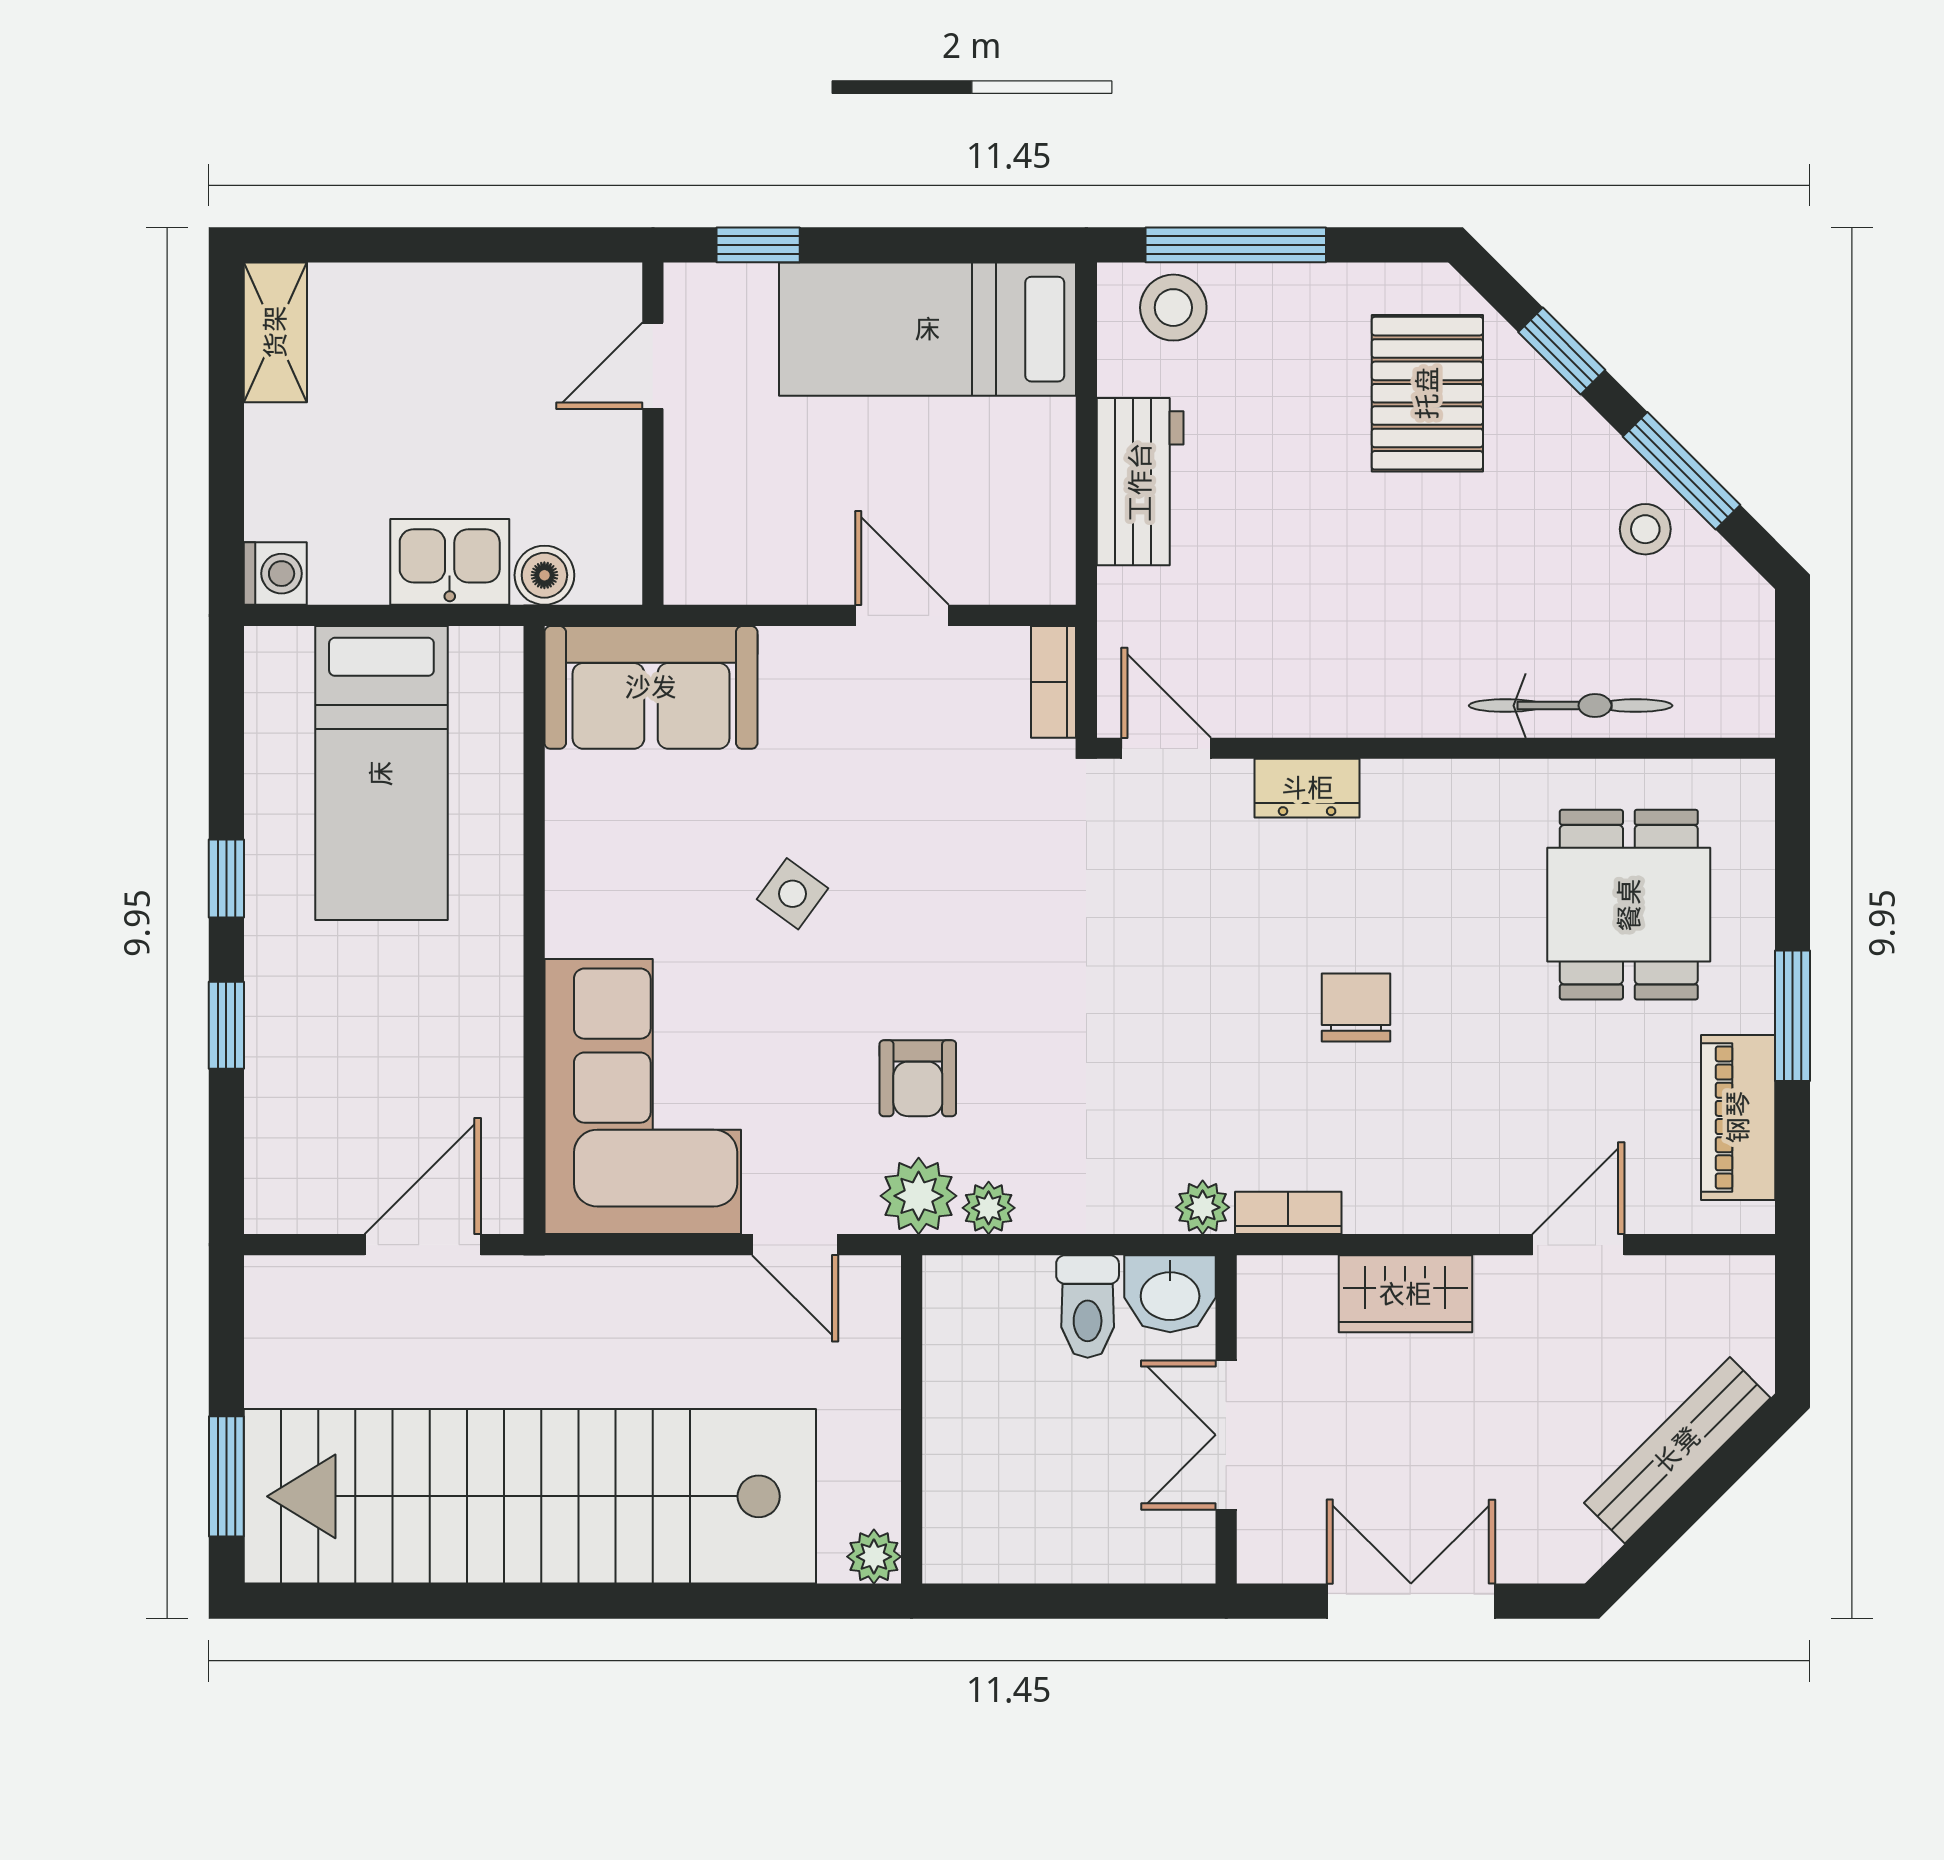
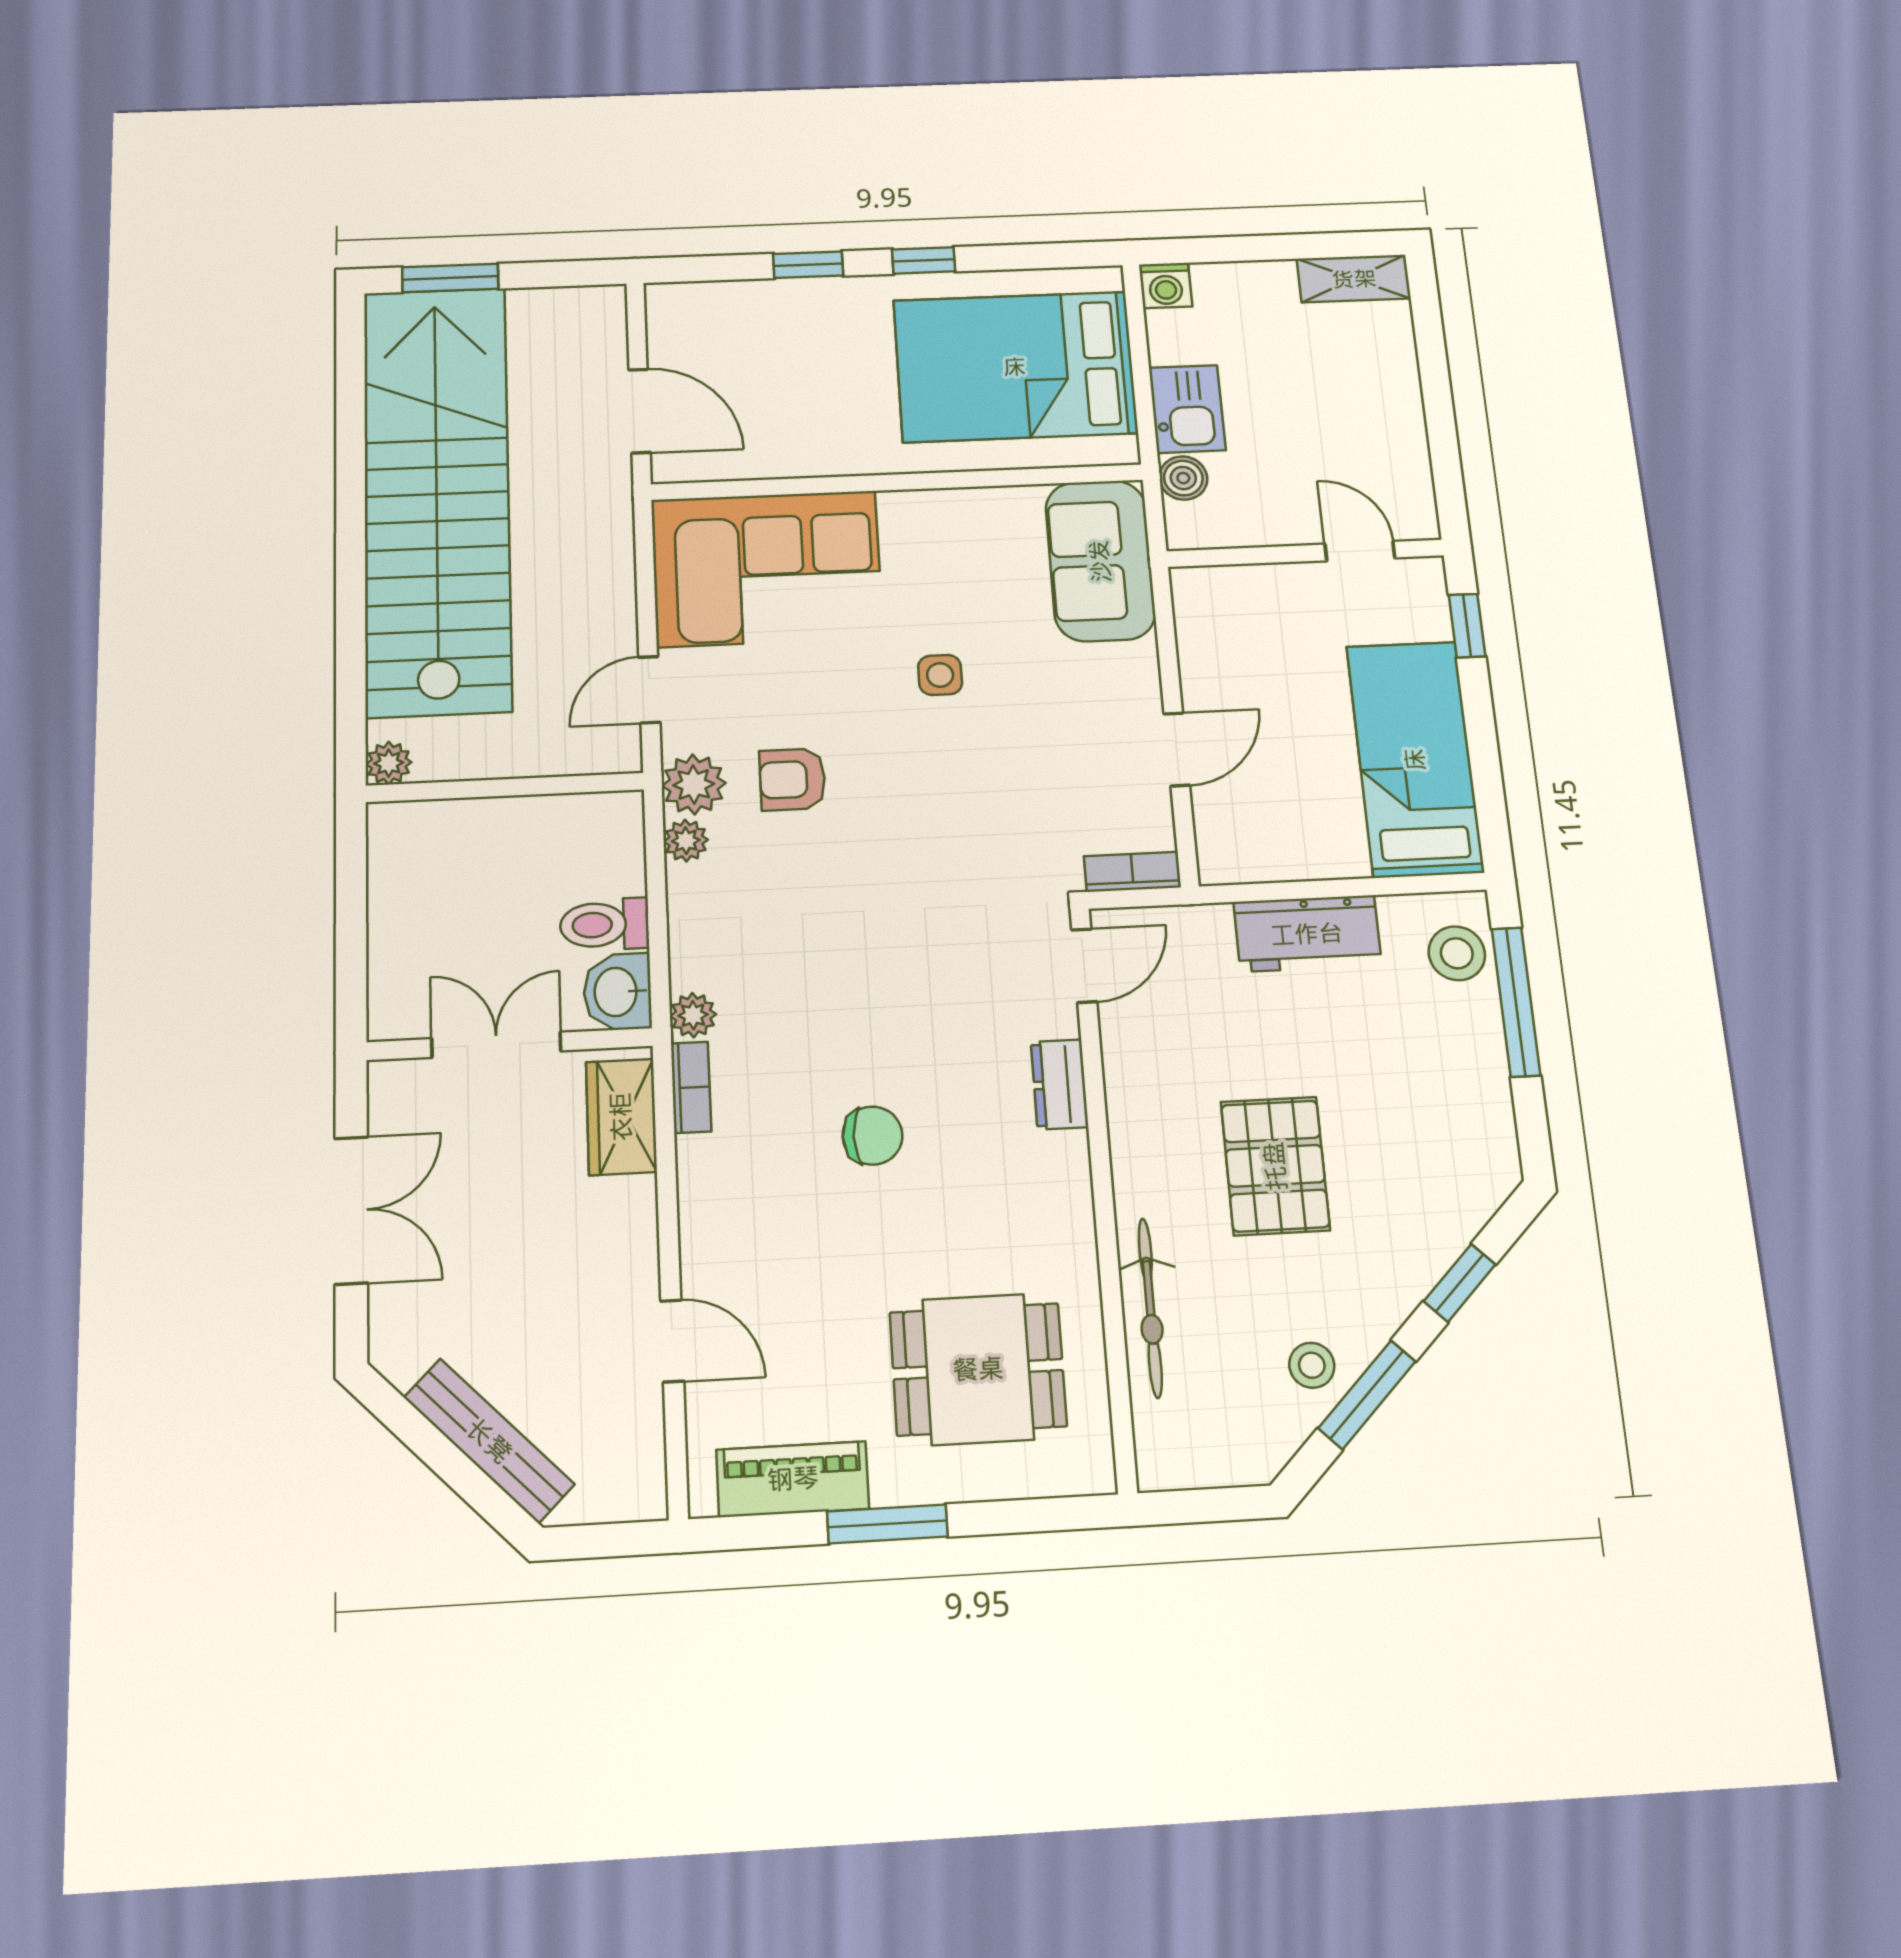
pallet: (1427, 393) -> (1275, 1166), moved, turned 90
bed: (381, 773) -> (1015, 367), width x1.50
side table: (792, 894) -> (940, 675), turned -36
wardrobe: (1405, 1294) -> (621, 1117), moved

